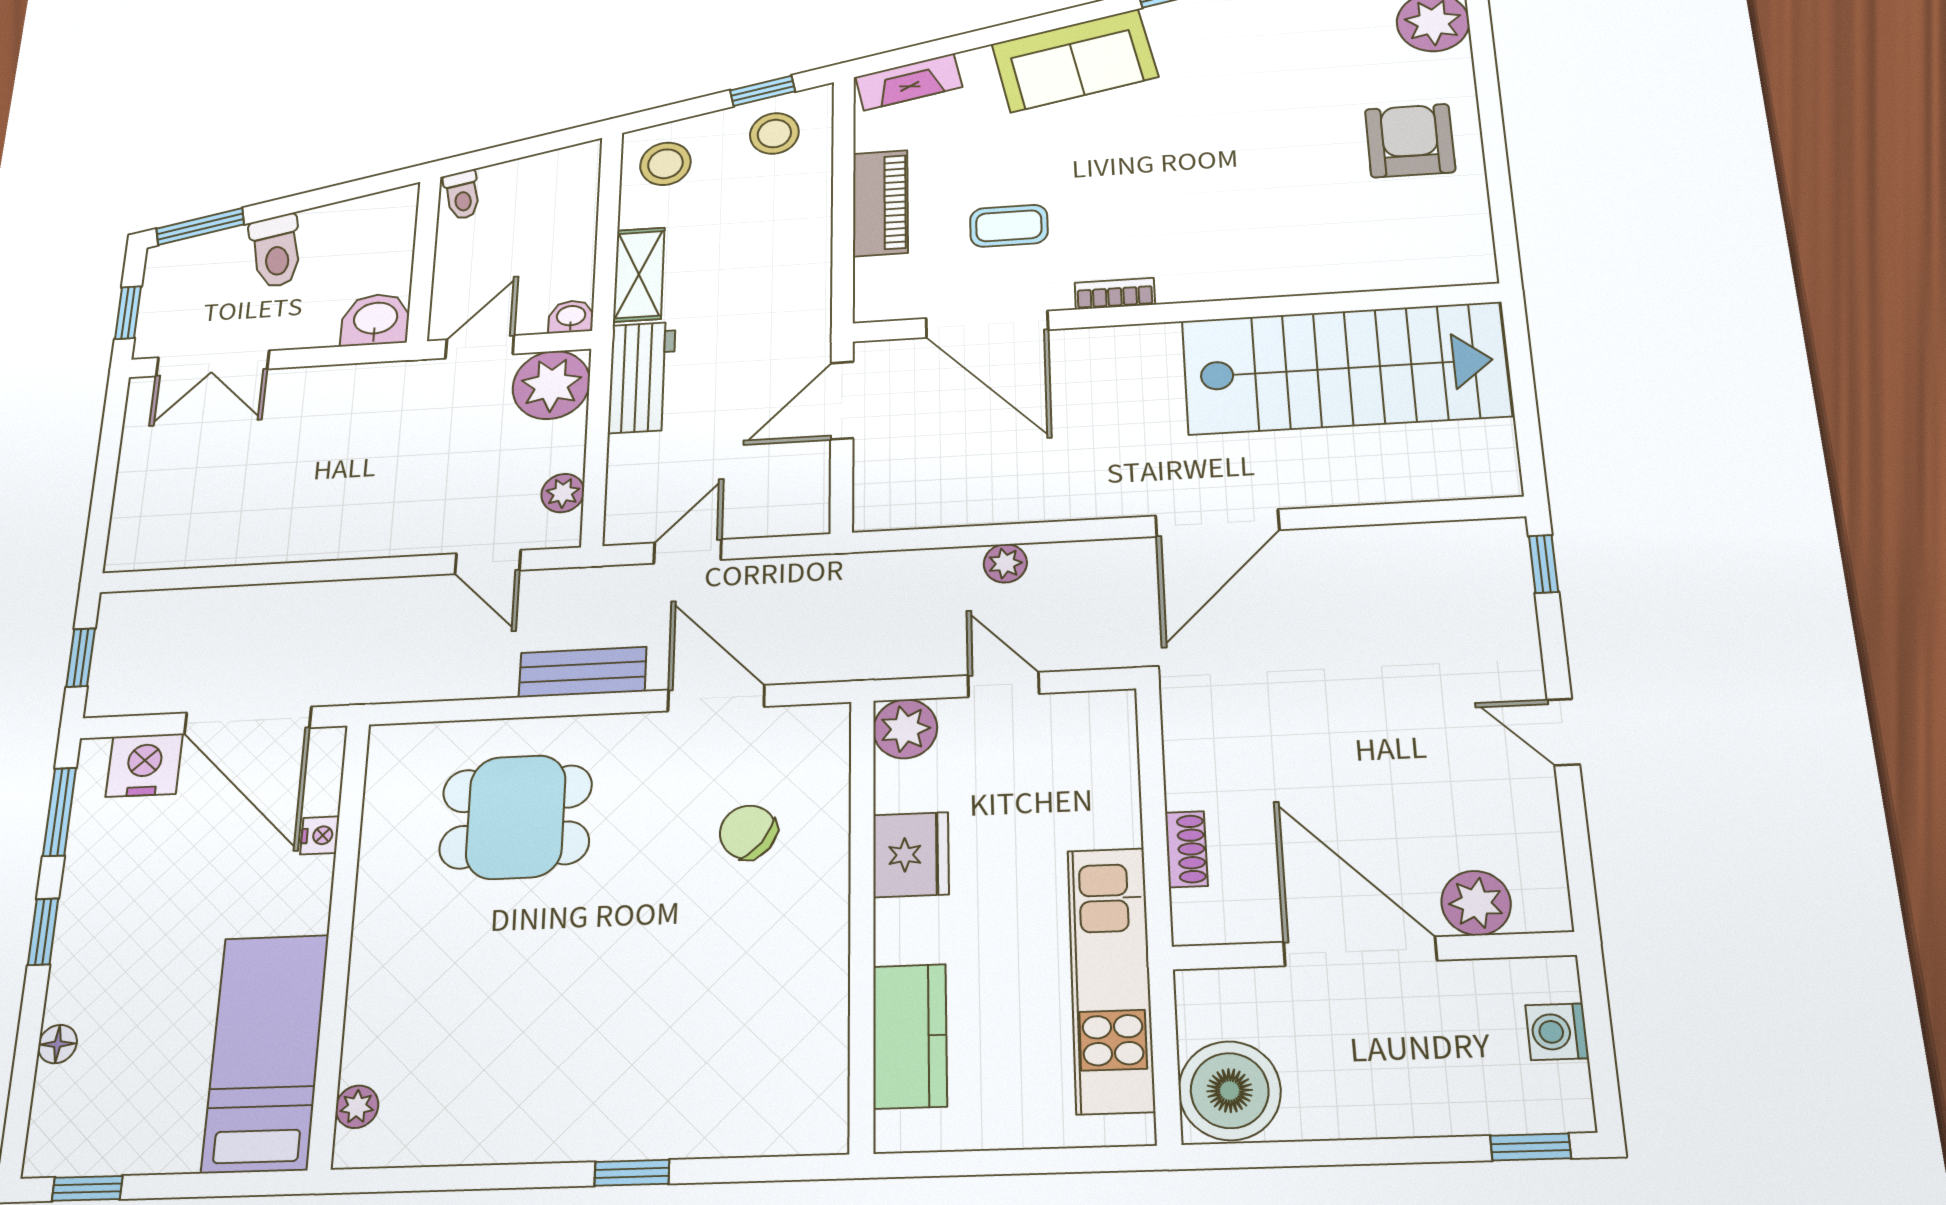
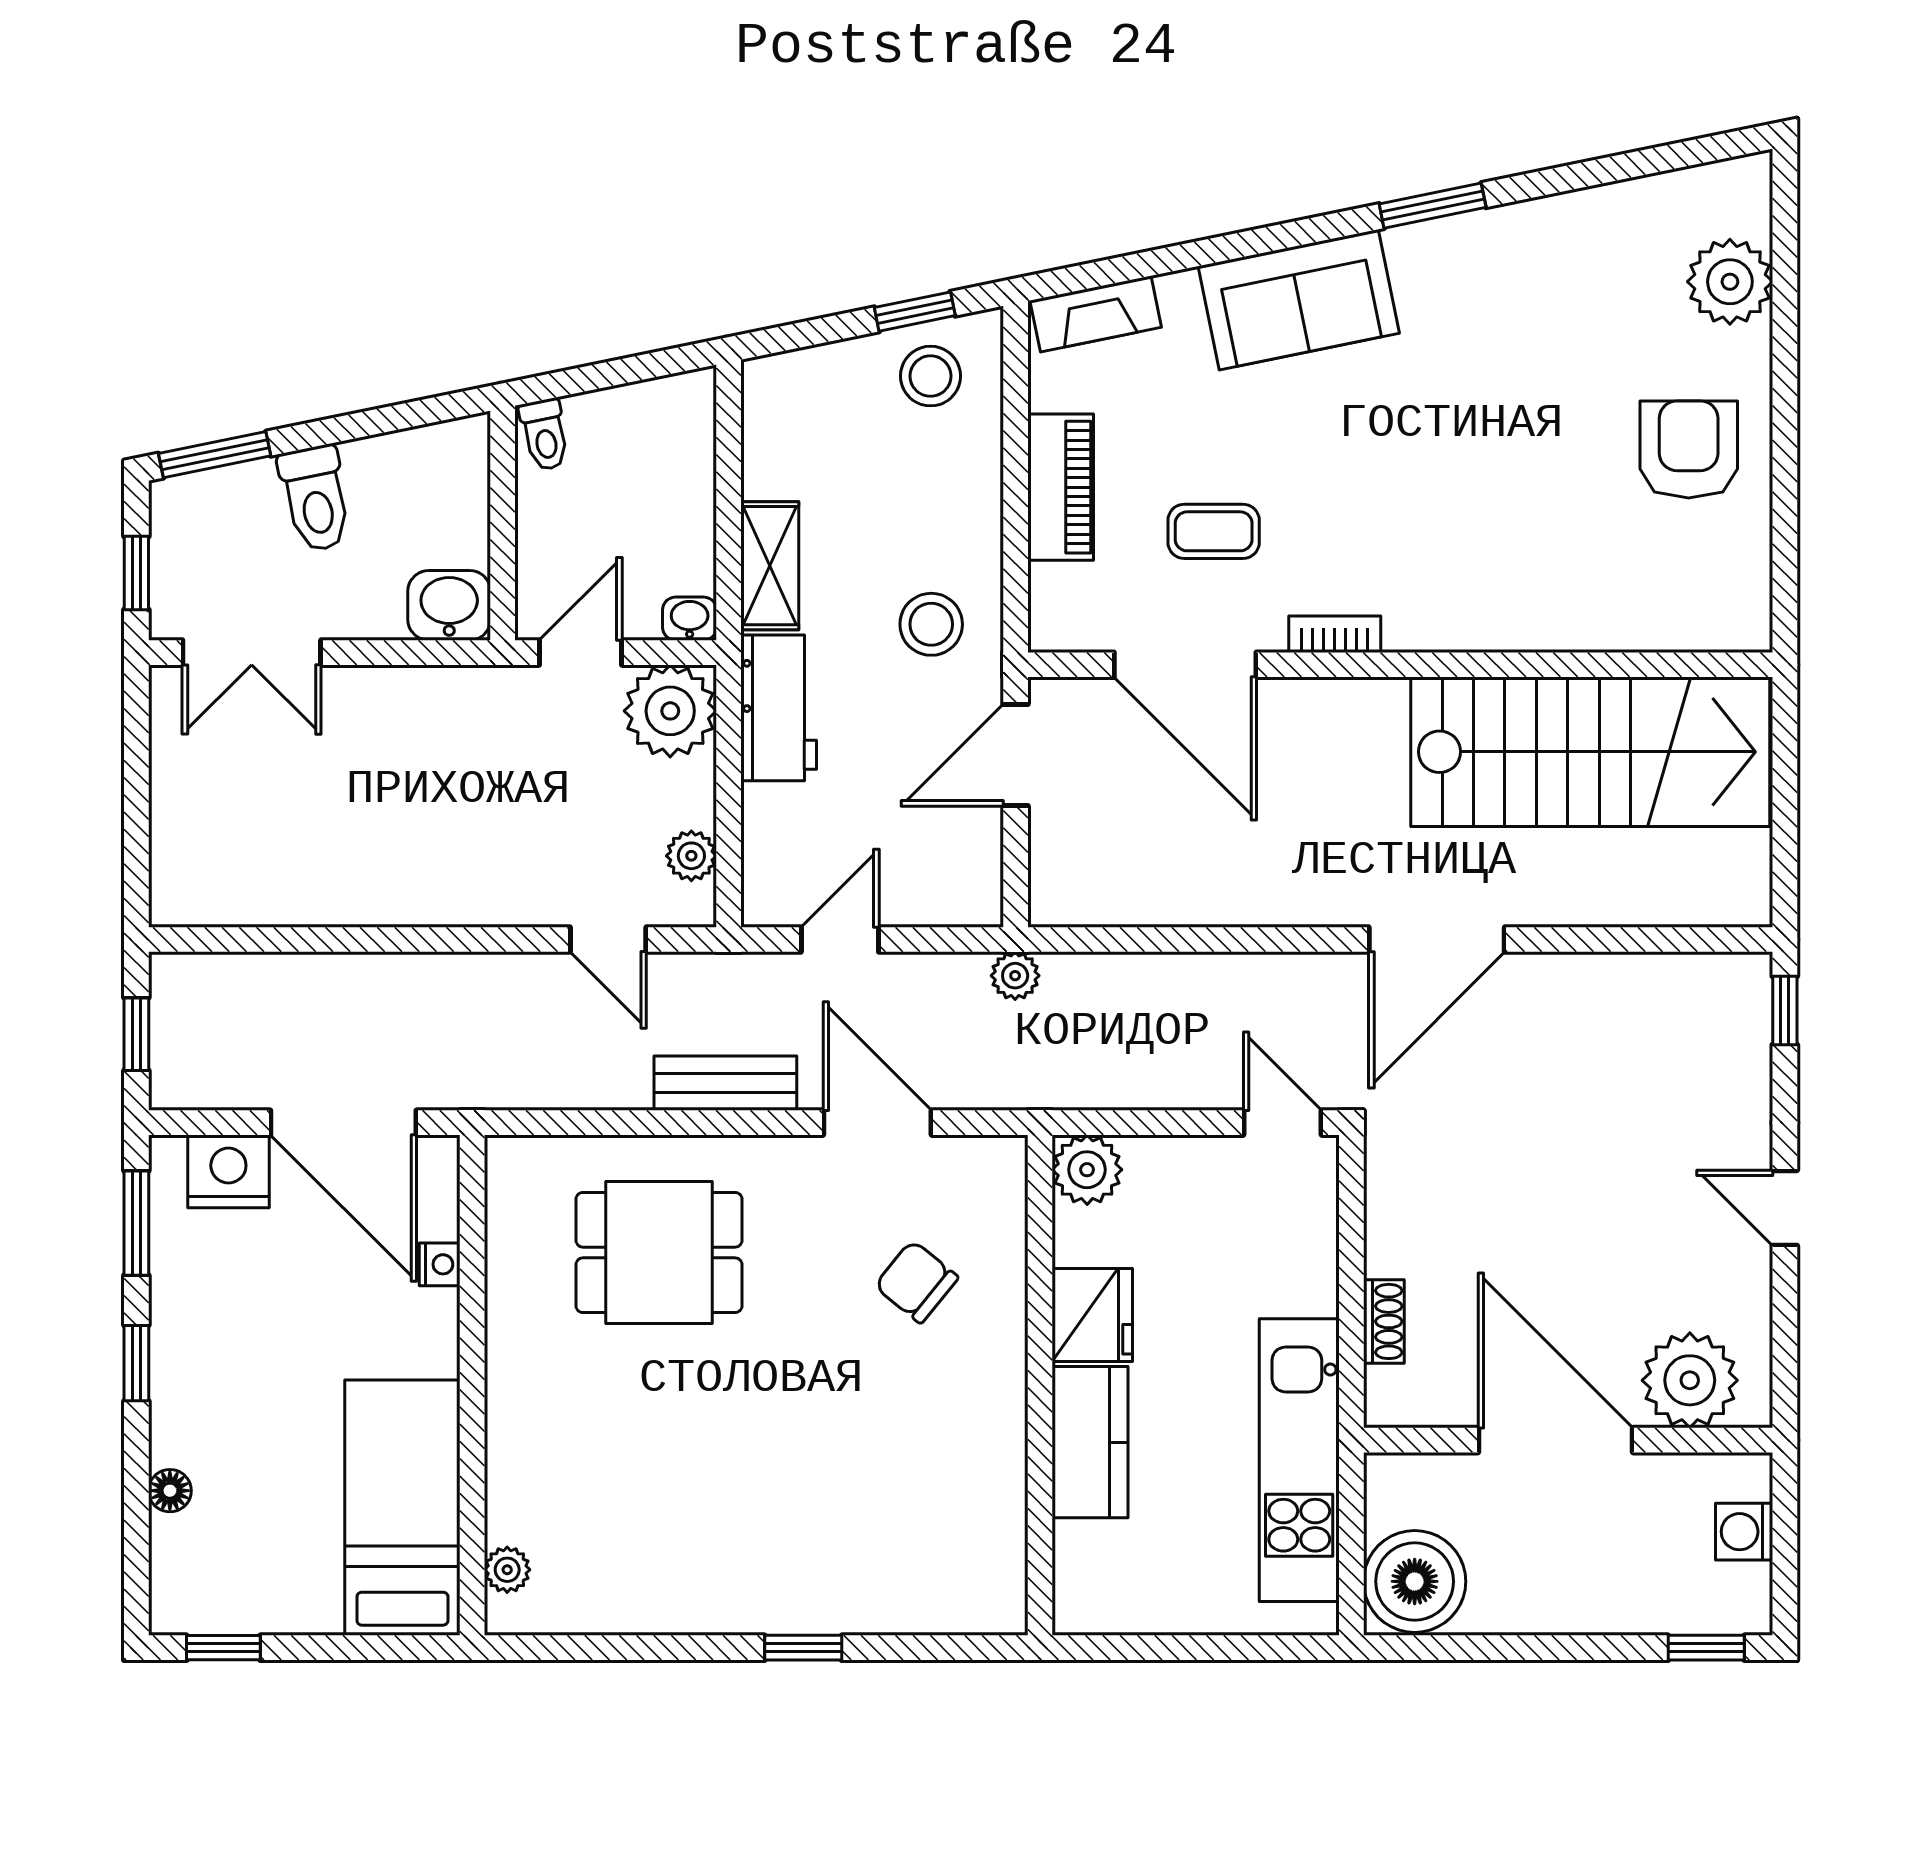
stool: (665, 164) -> (931, 624), moved
plant: (1005, 563) -> (1015, 976), moved
door: (1003, 684) -> (1282, 1123), moved
plant: (1476, 903) -> (1690, 1380), width x1.36, depth x1.36
kitchen counter: (910, 1036) -> (1090, 1442), moved

